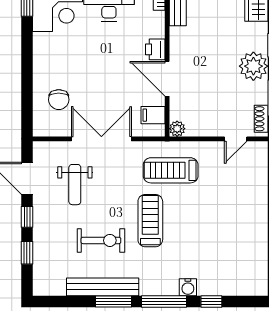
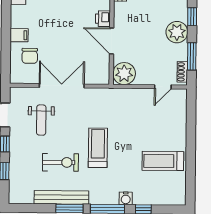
filing cabinet: (153, 115) -> (19, 35), moved, turned 180
plant: (177, 129) -> (124, 74), width x1.87, depth x1.87
treadmill: (171, 170) -> (163, 161), moved

